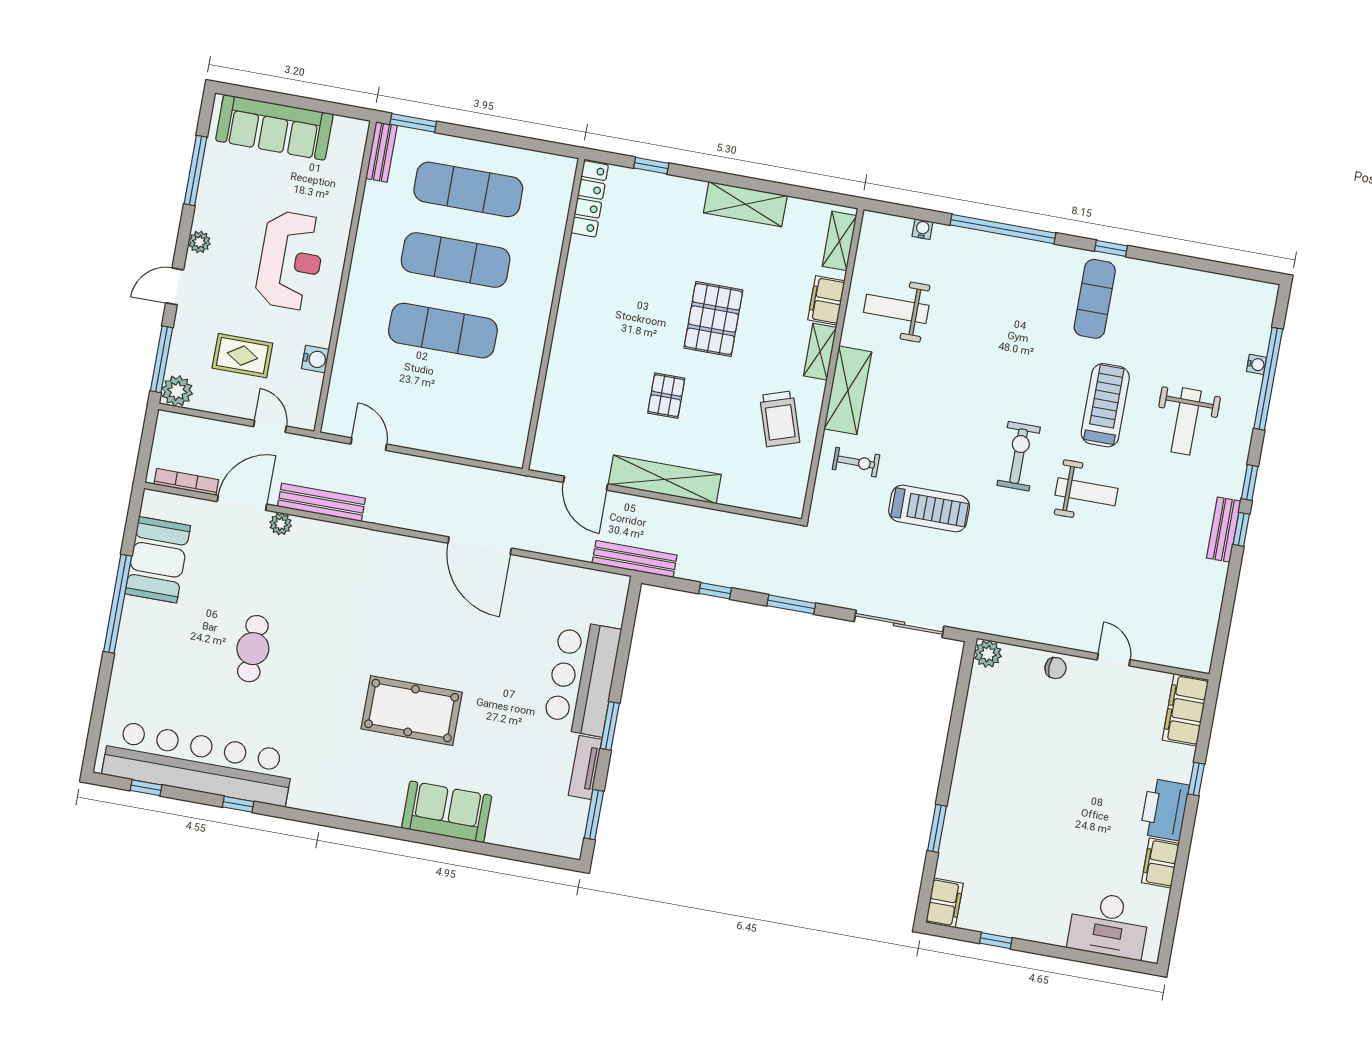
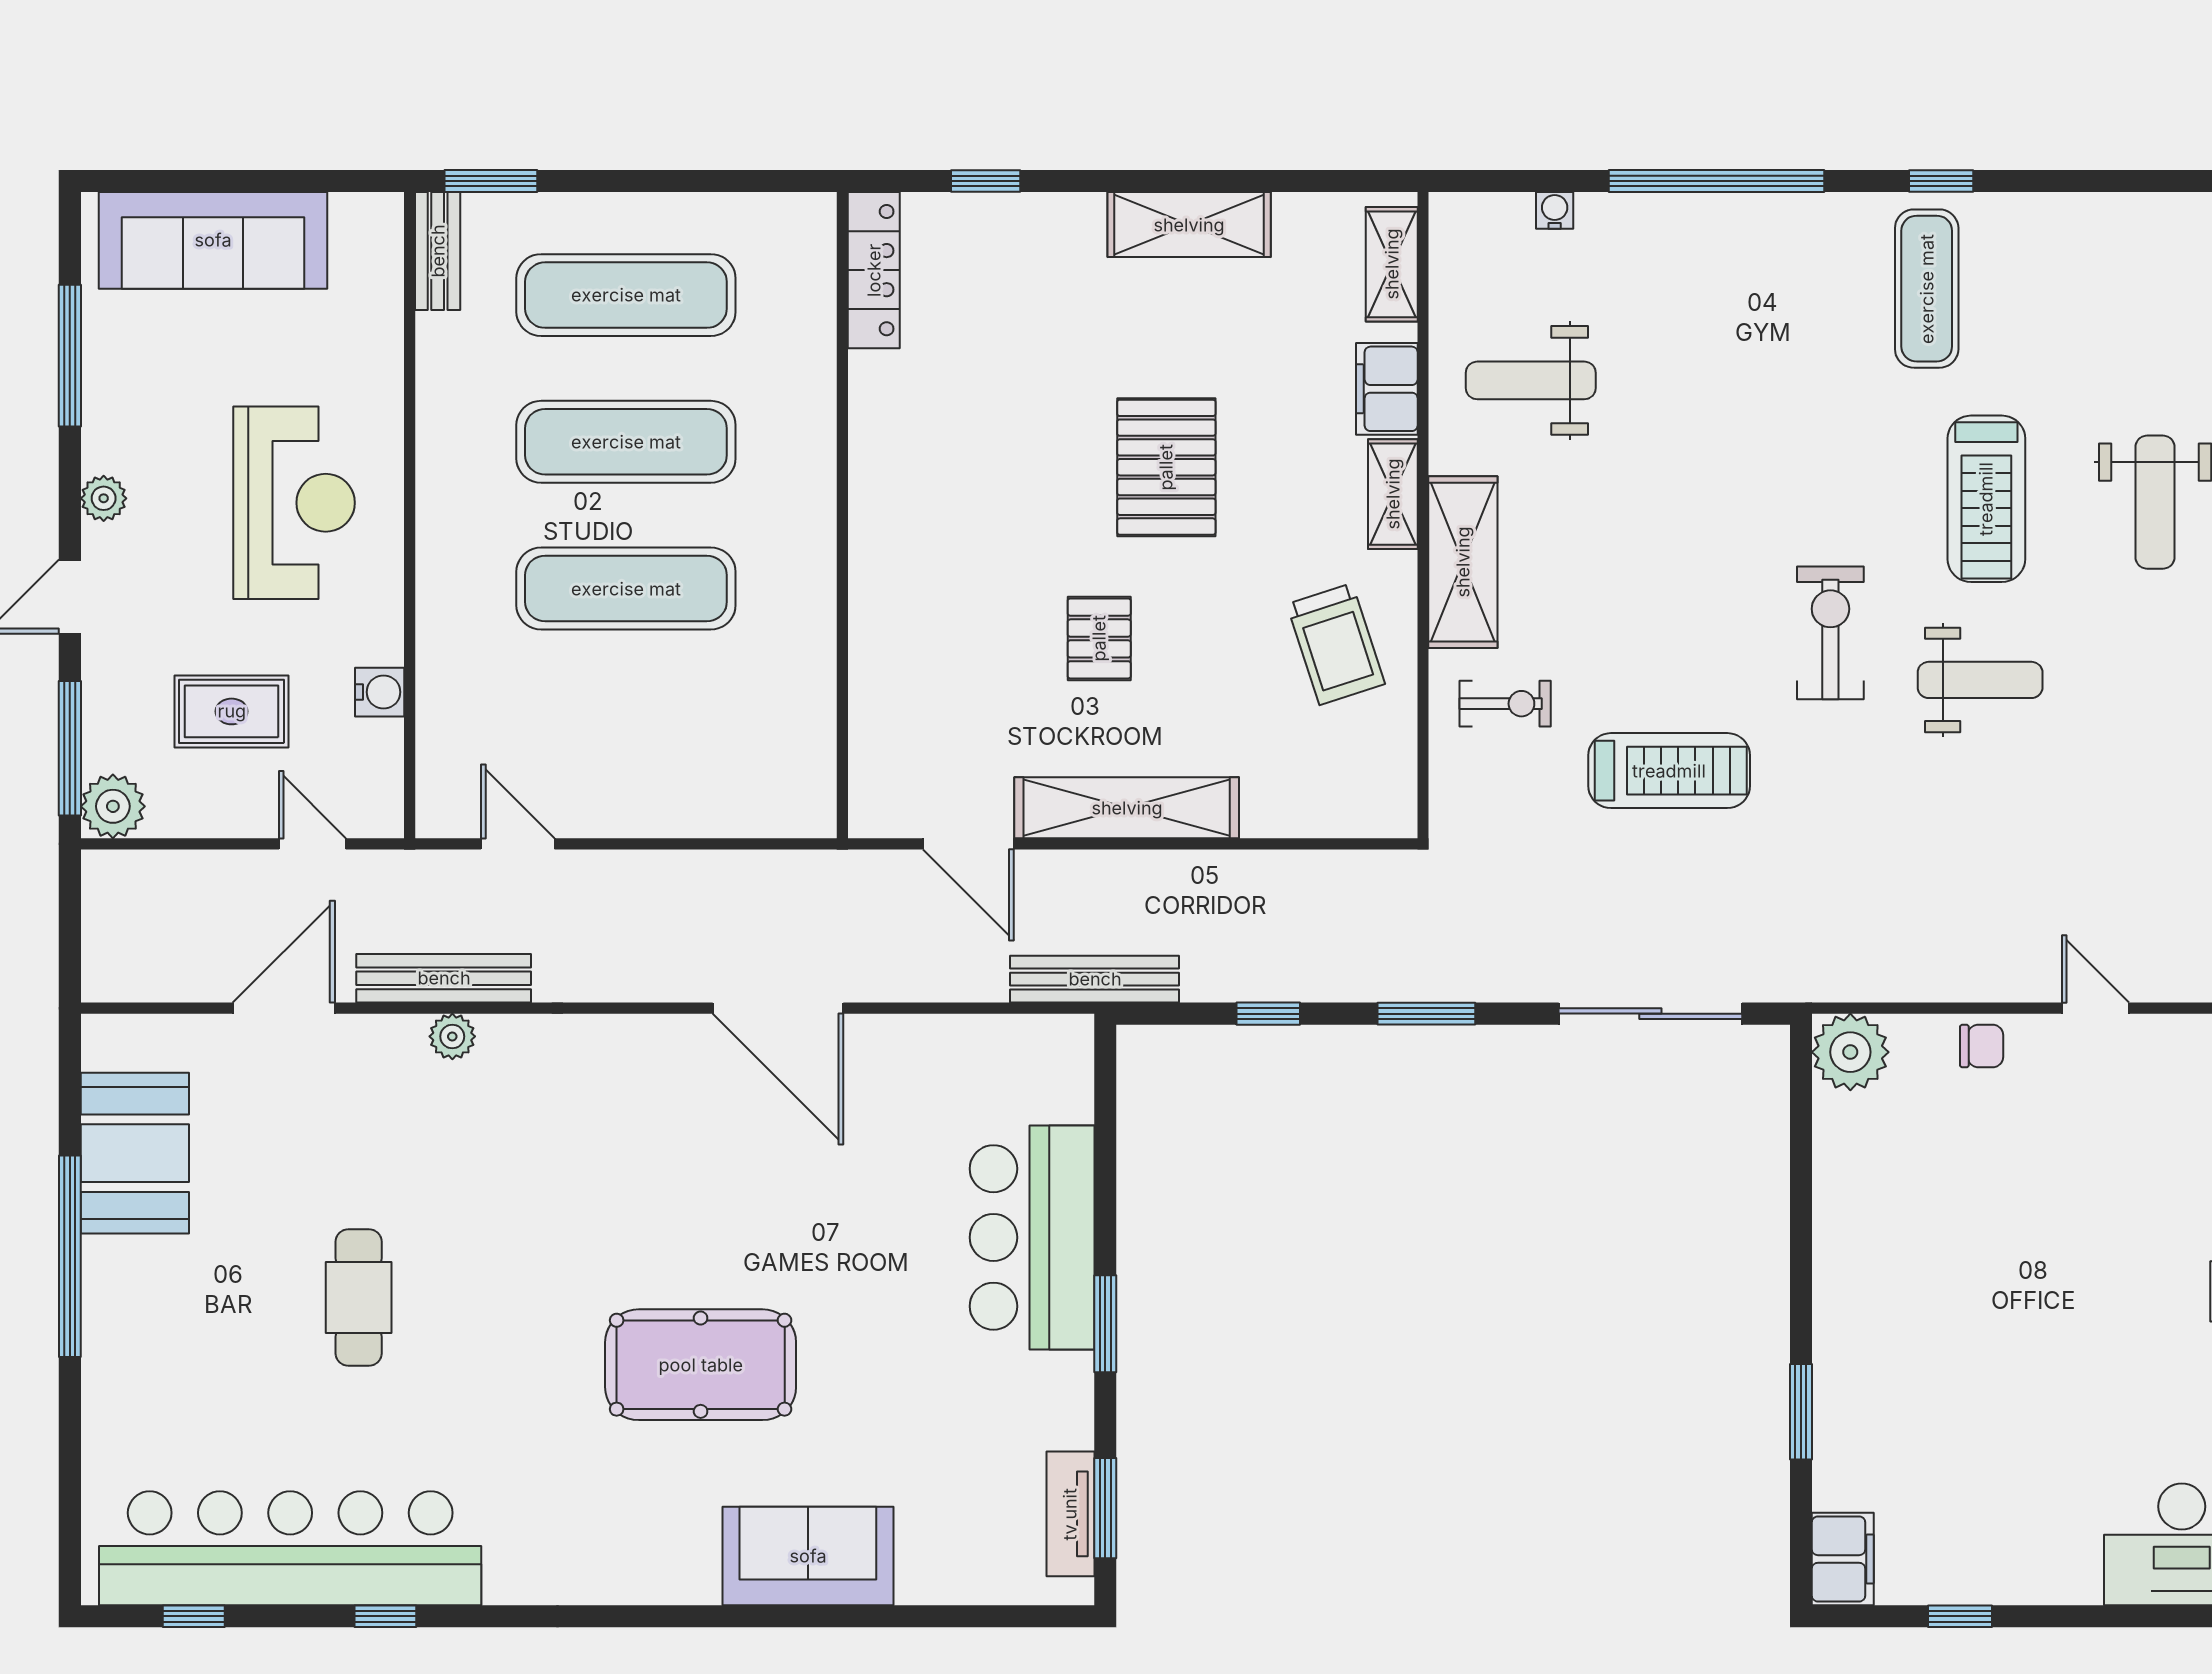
treadmill: (1105, 405) -> (1986, 499), turned 180
bookcase: (186, 482) -> (164, 986), removed
plant: (281, 524) -> (452, 1036), moved
plant: (988, 654) -> (1850, 1052), width x1.36, depth x1.36
tv unit: (585, 767) -> (1070, 1514), moved

